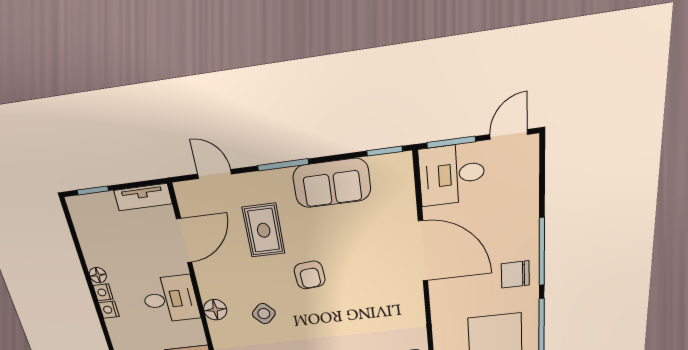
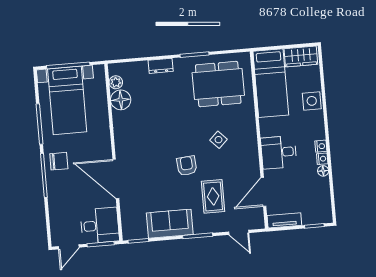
floor lamp: (215, 310) -> (250, 144), removed

